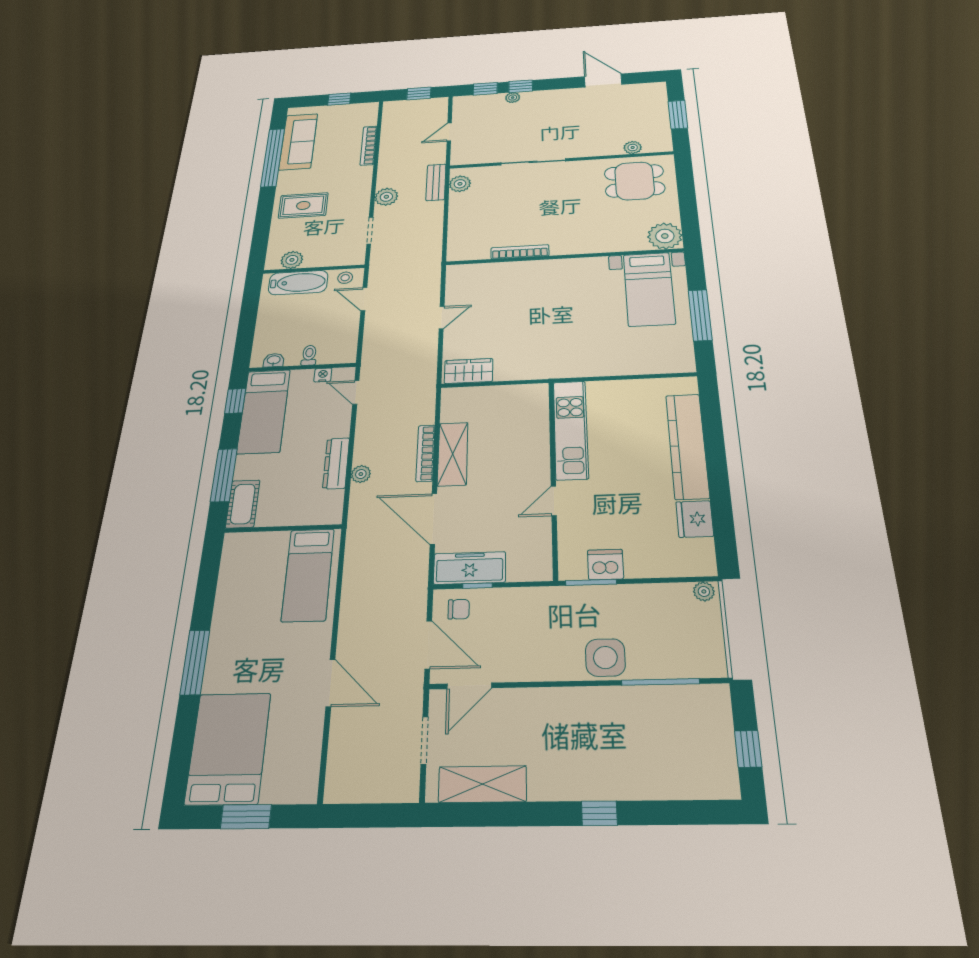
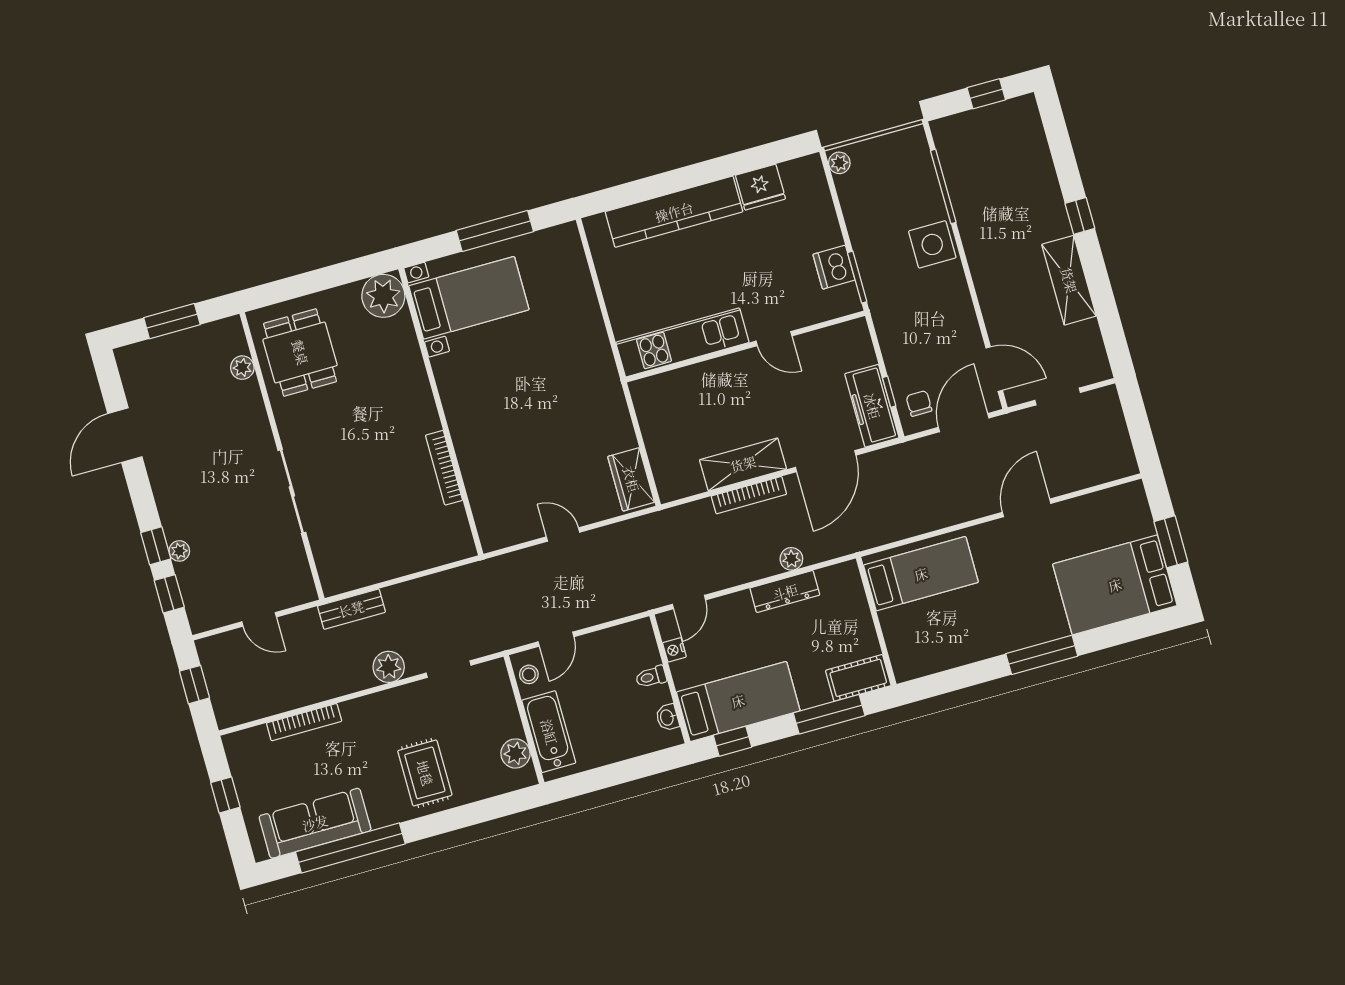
plant: (460, 184) -> (348, 577), removed
shelving: (482, 784) -> (1069, 280), moved

